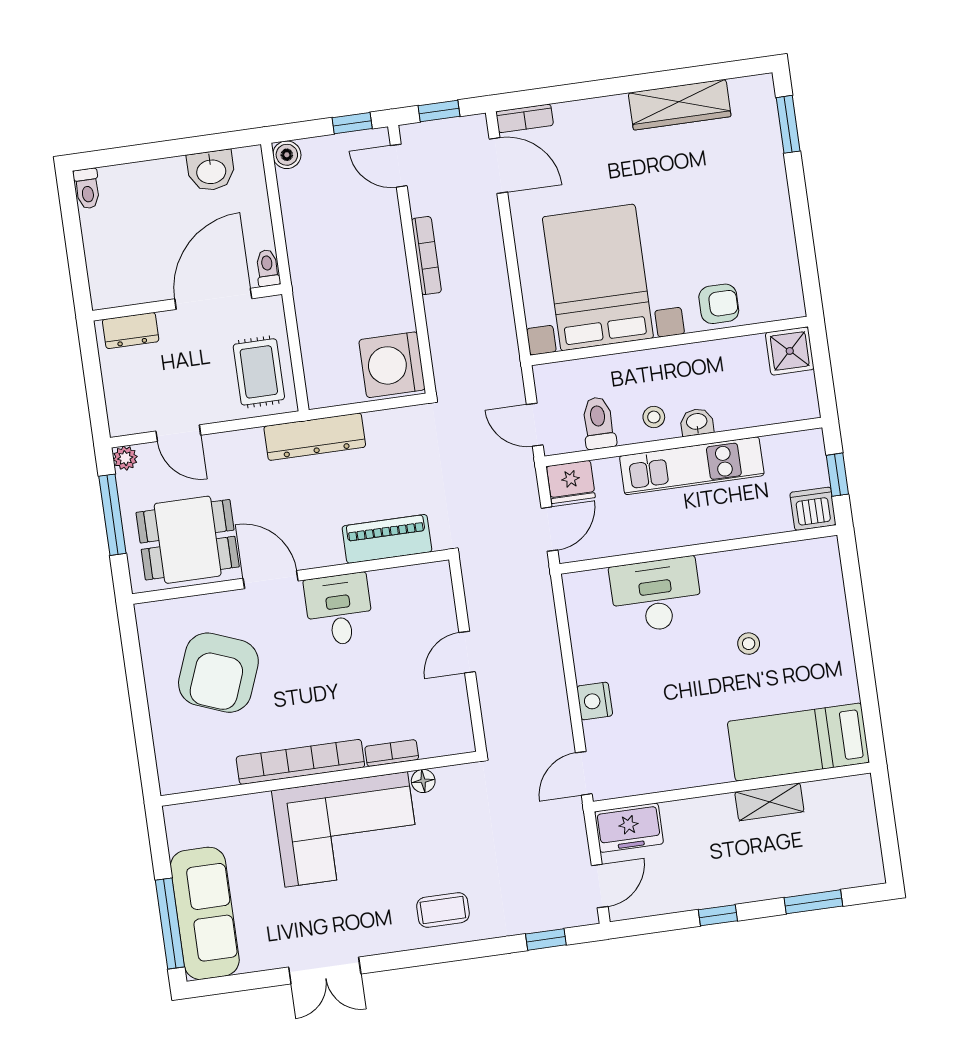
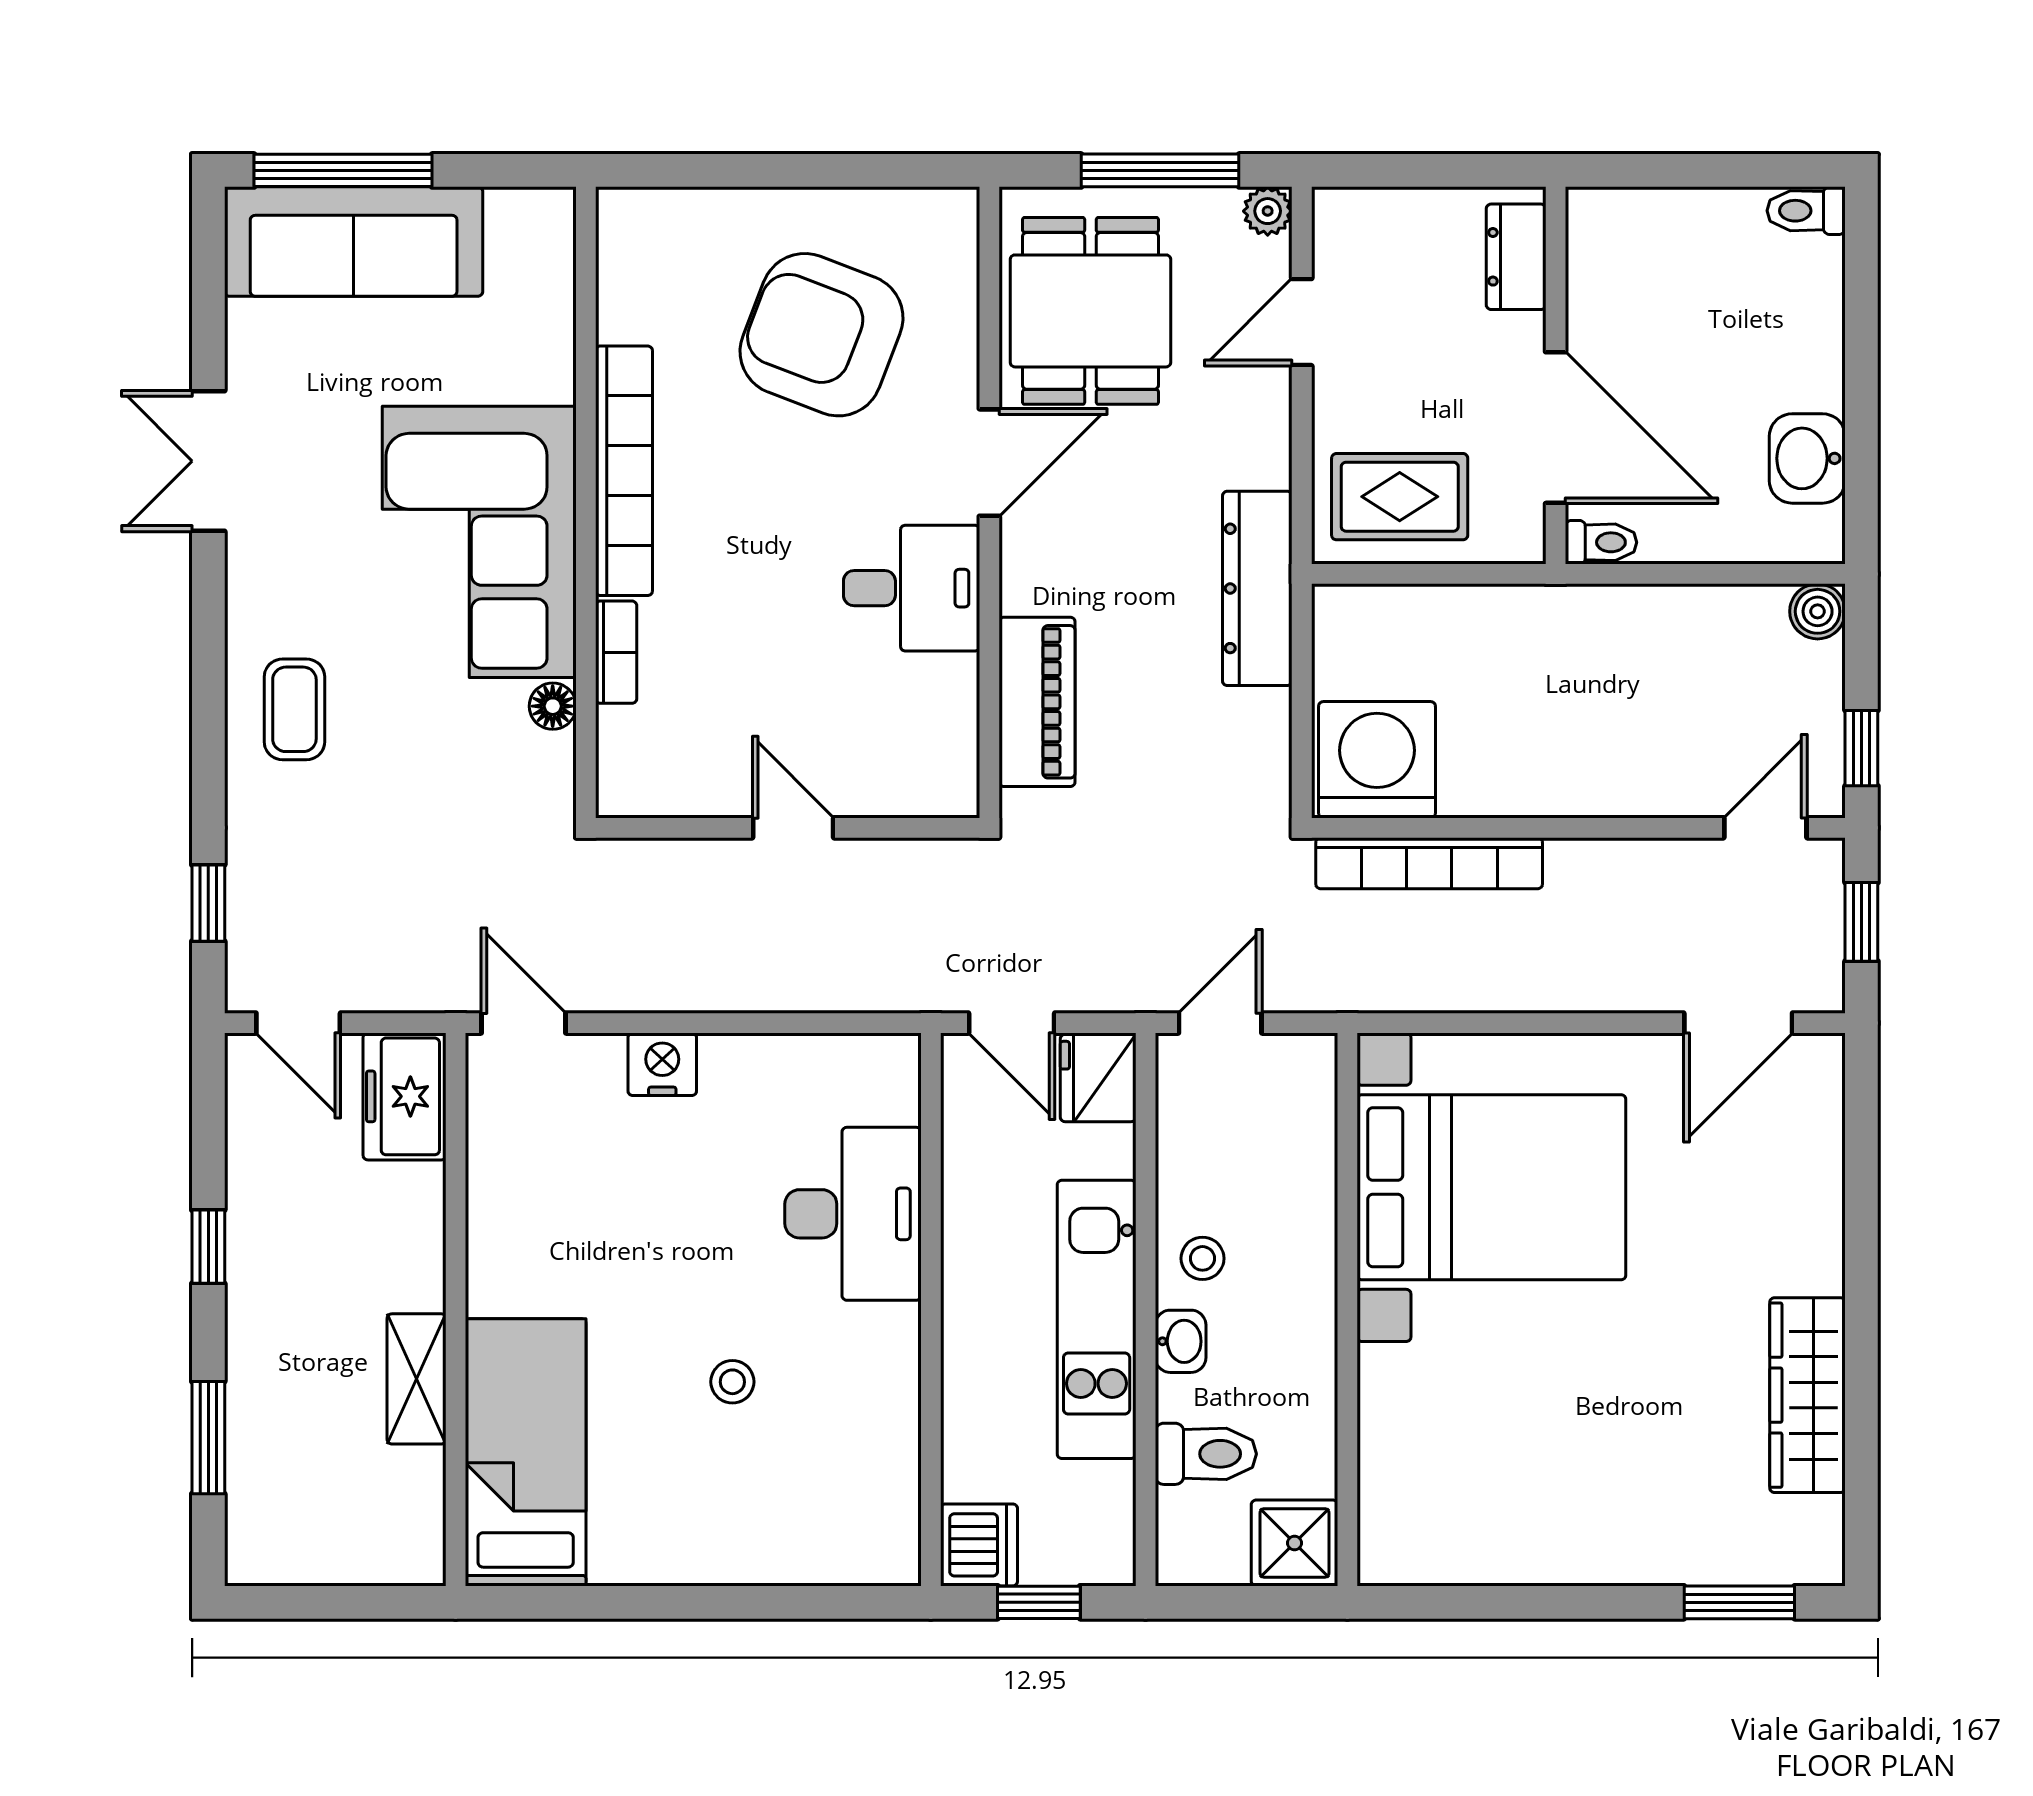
bookcase: (525, 118) -> (1823, 1087), removed
bookcase: (426, 256) -> (1429, 863), moved, width x1.48, depth x1.31
armchair: (719, 304) -> (1406, 1417), removed
toilet: (599, 423) -> (1206, 1454), moved

